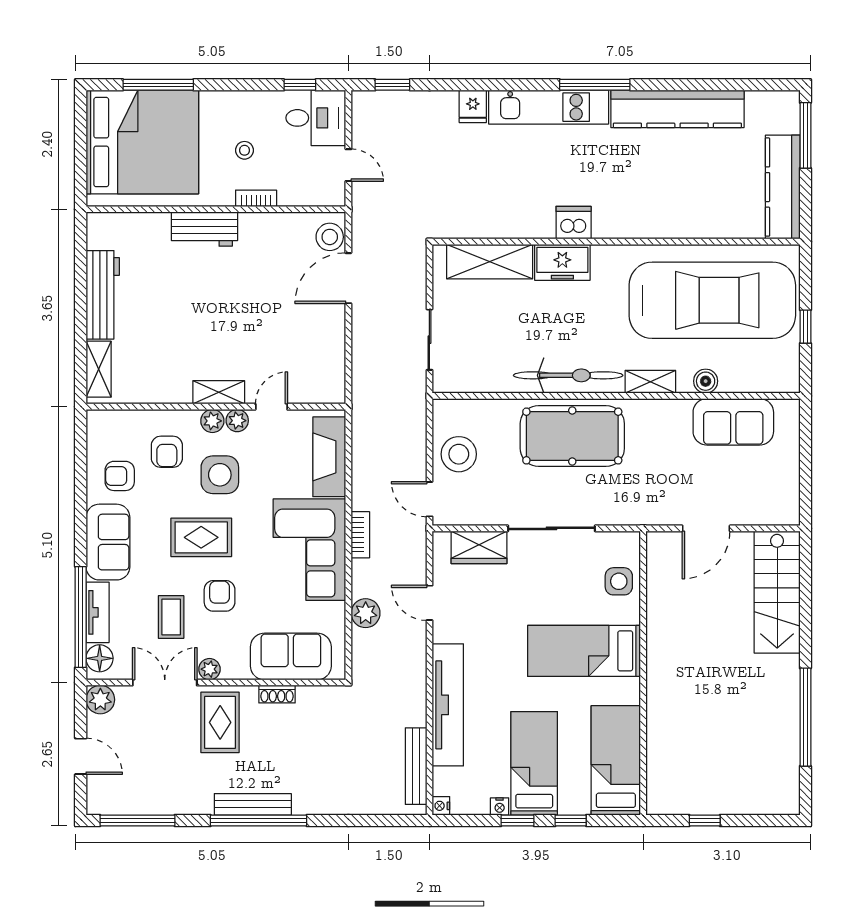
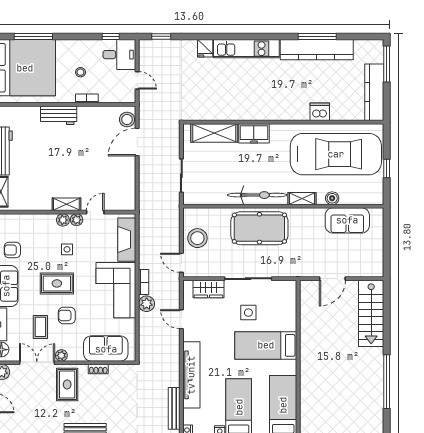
window: (595, 85) -> (317, 36), moved
dishwasher: (574, 223) -> (320, 112), moved
armchair: (167, 452) -> (38, 237), removed
side table: (220, 475) -> (67, 249), width x0.54, depth x0.54
side table: (619, 581) -> (248, 313), moved
armchair: (220, 596) -> (67, 315), turned -90
plant: (366, 613) -> (147, 304), moved

